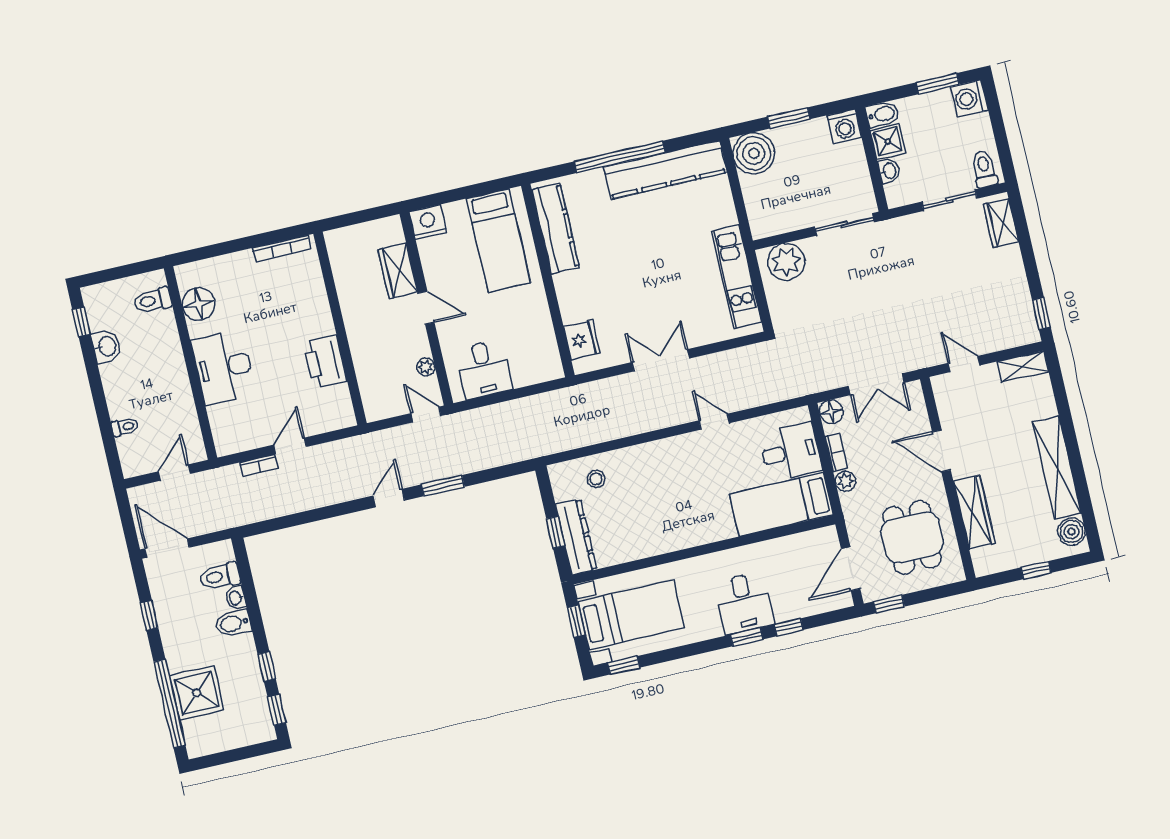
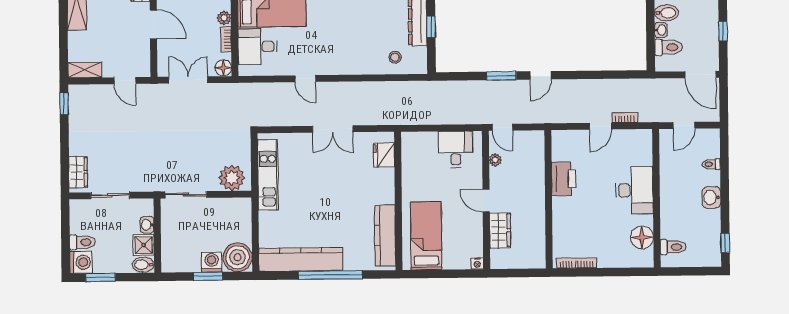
washing machine: (844, 126) -> (212, 262), moved
toilet: (984, 169) -> (82, 242), moved, turned -90
nightstand: (428, 222) -> (477, 264), width x0.53, depth x0.56
washbasin: (107, 346) -> (711, 197), moved

